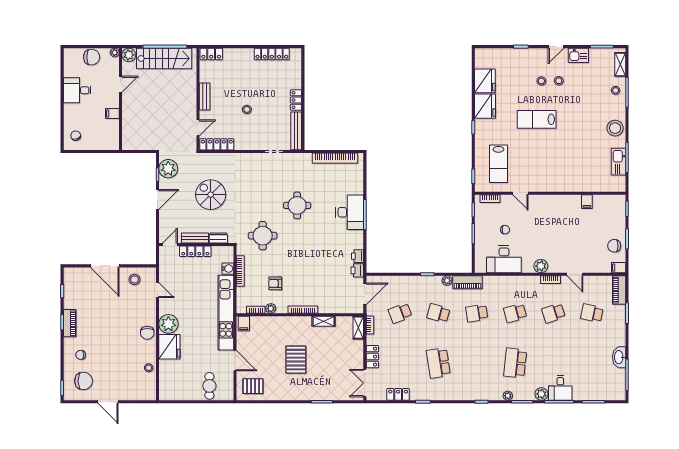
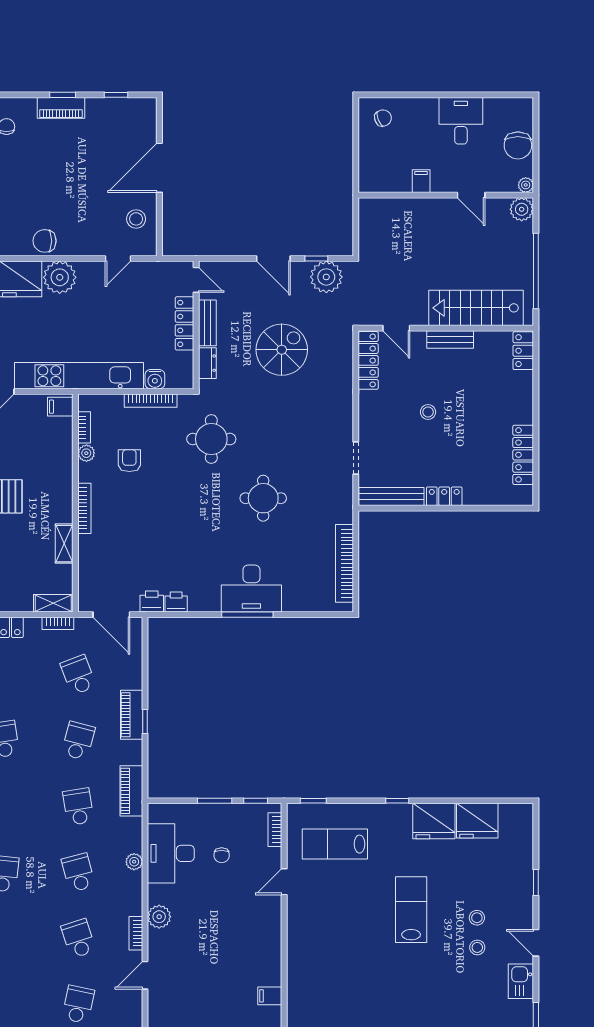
stairs: (164, 58) -> (476, 308), moved, turned 90
plant: (447, 281) -> (134, 862), moved
piano: (423, 282) -> (132, 715), added

